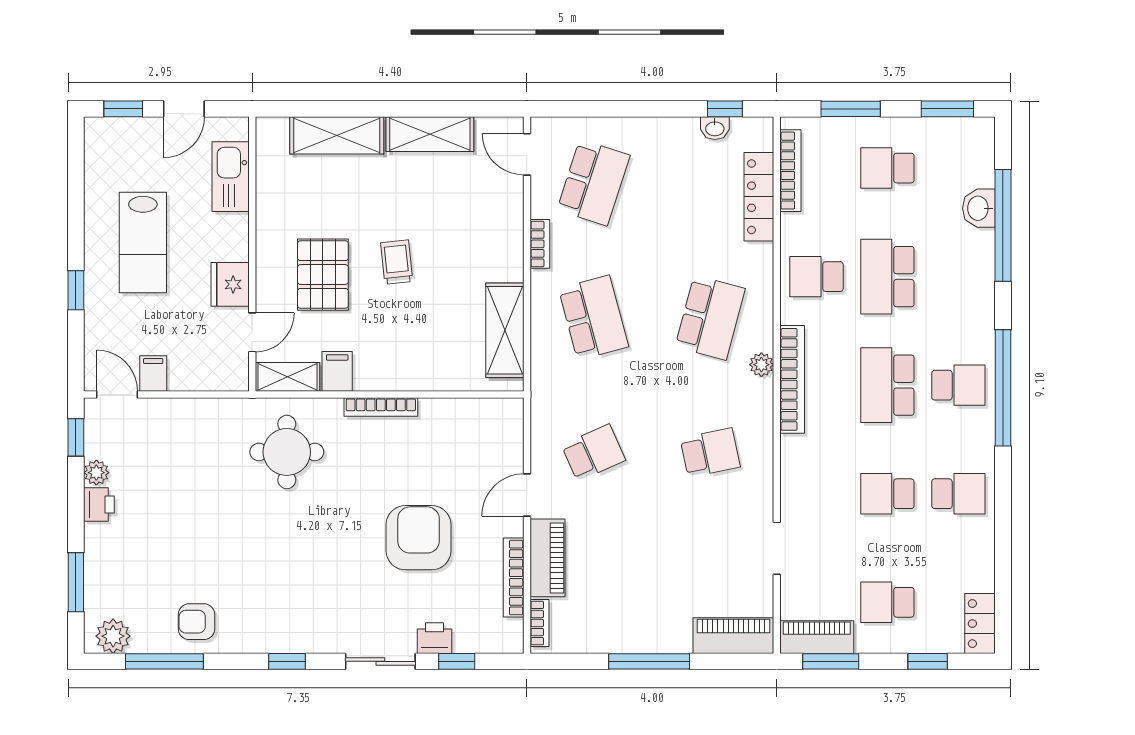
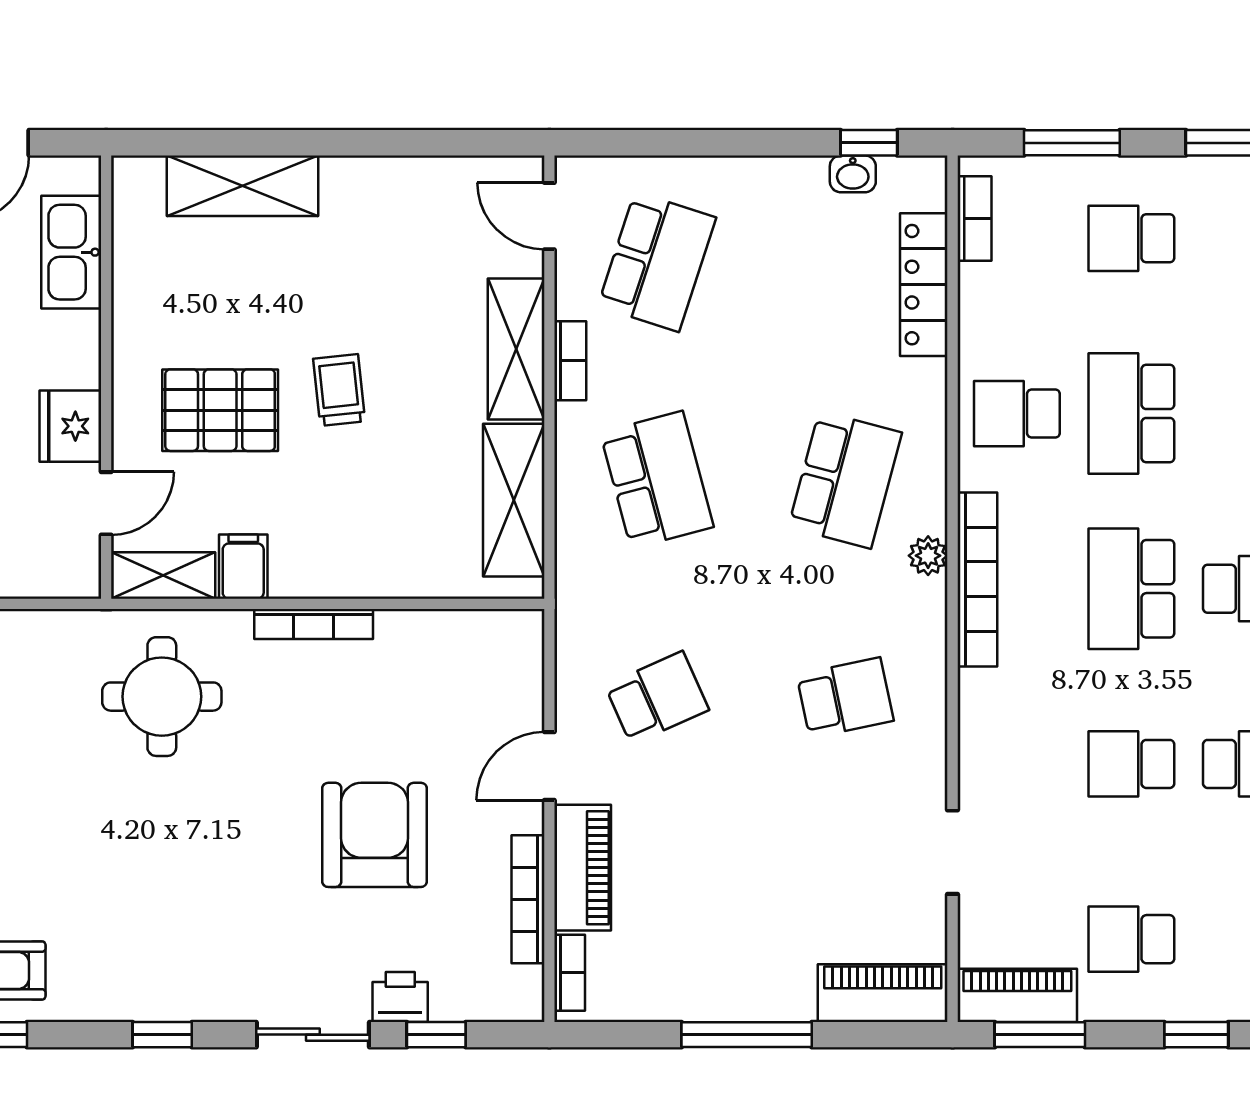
shelving: (430, 134) -> (516, 349), moved, turned 90
bookcase: (790, 171) -> (975, 219), width x0.64
pallet: (323, 275) -> (220, 410), turned 90

